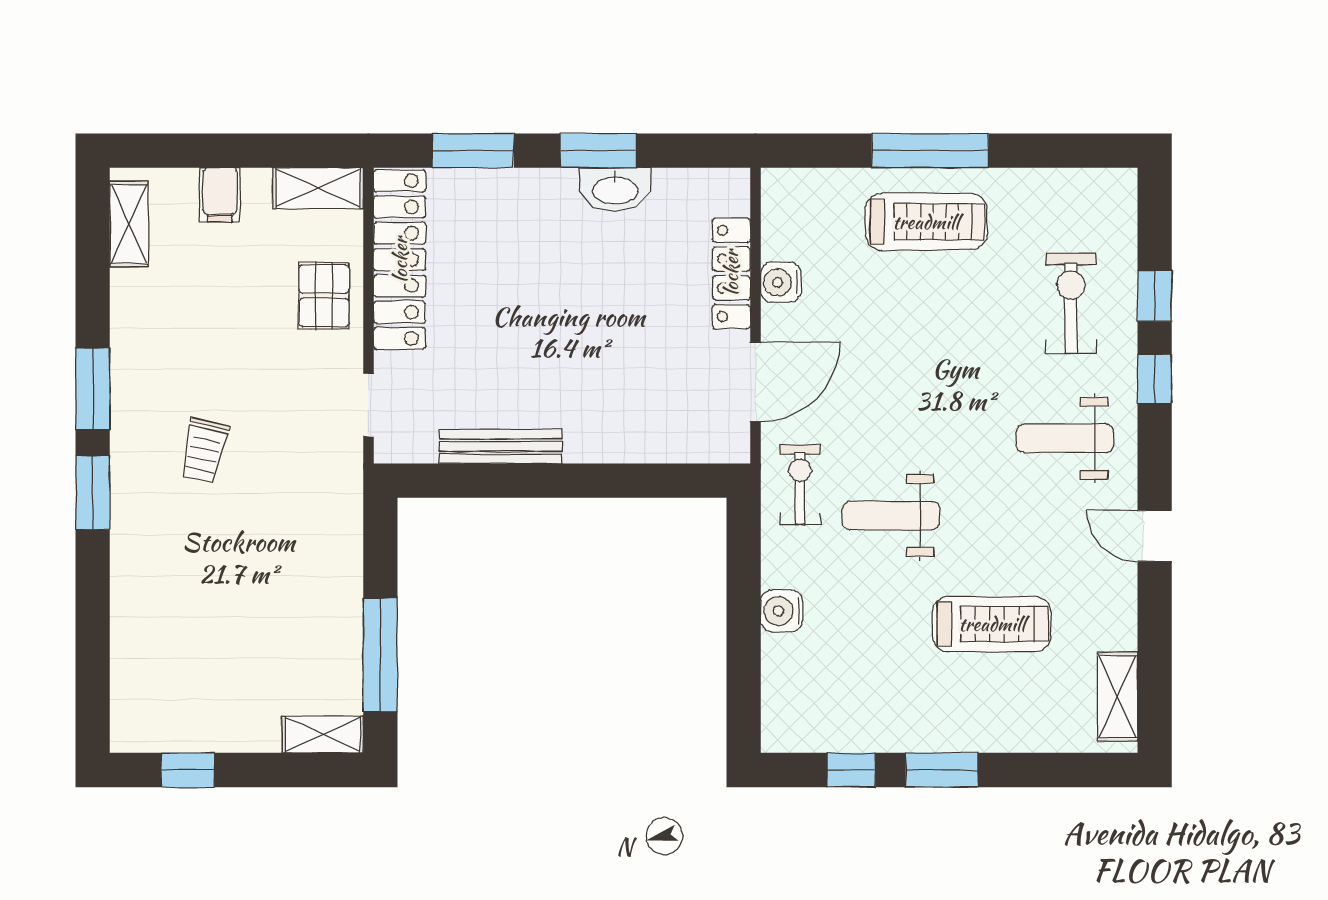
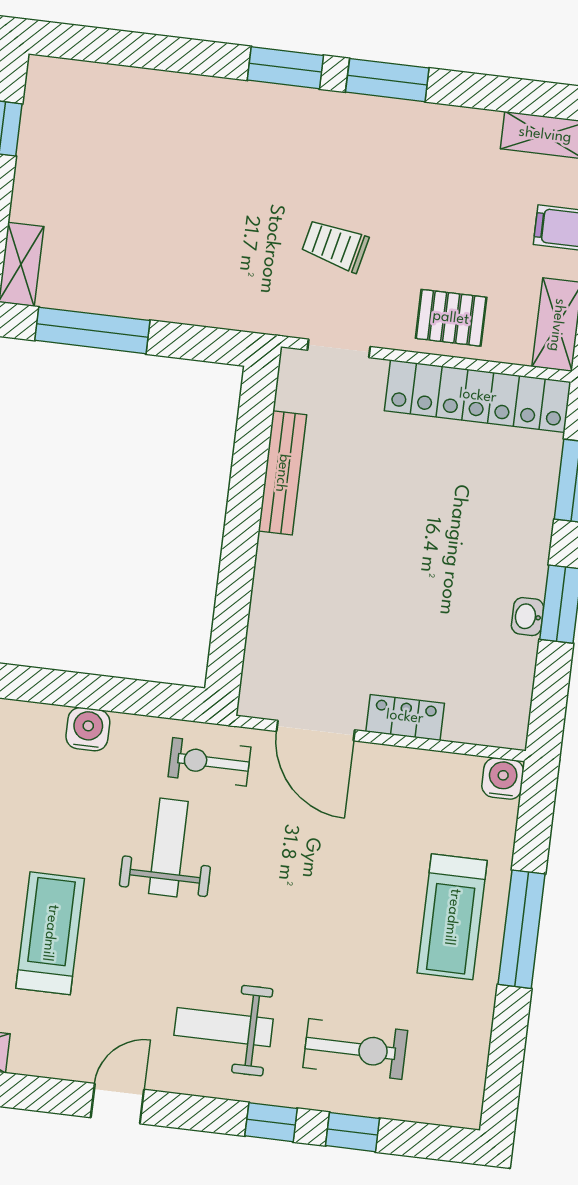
washbasin: (615, 189) -> (527, 617), width x0.52, depth x0.69
locker: (731, 273) -> (405, 717), width x0.66
water cooler: (781, 282) -> (503, 778), moved
weight bench: (1065, 438) -> (224, 1027), turned -90
trolley: (204, 451) -> (335, 246), moved
exercise bike: (800, 485) -> (210, 762), turned 180
treadmill: (992, 624) -> (50, 933), turned 180

